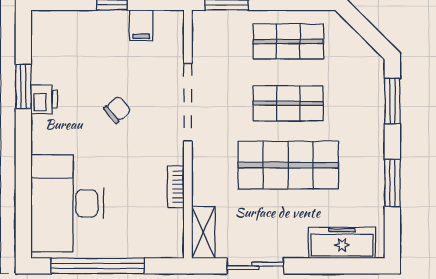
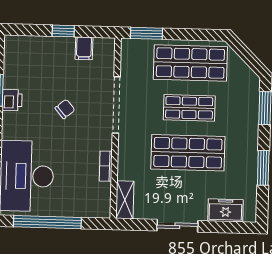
shop shelf: (288, 42) -> (190, 63), width x1.43, depth x1.36
freezer: (342, 243) -> (225, 210), width x0.71
sliding door: (255, 266) -> (177, 226), moved

